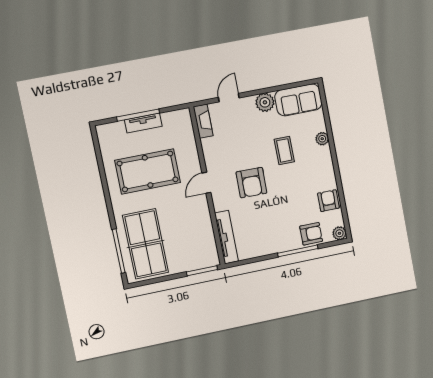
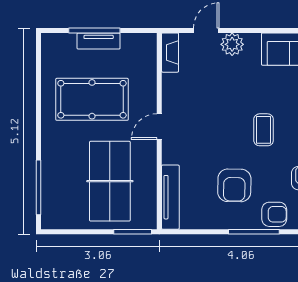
plant: (265, 102) -> (232, 44), moved
coffee table: (284, 151) -> (264, 130), moved
armchair: (251, 183) -> (234, 185), moved
table tennis table: (146, 244) -> (110, 181), moved

